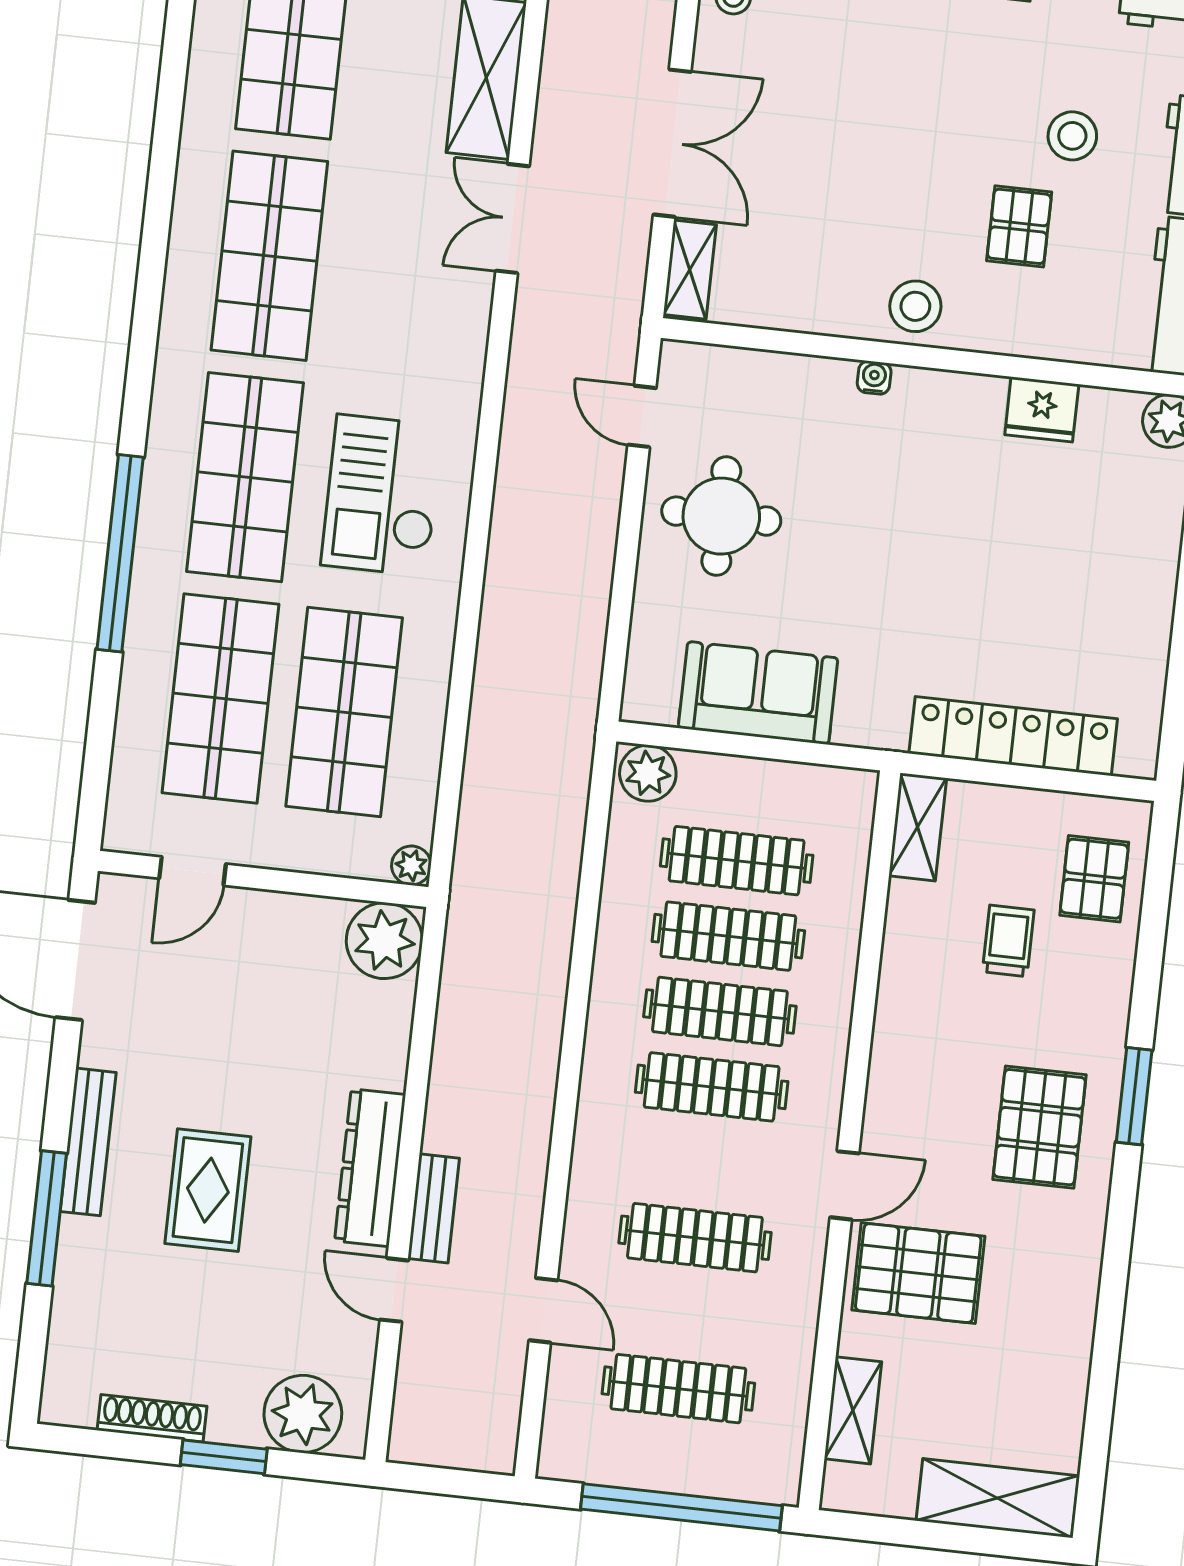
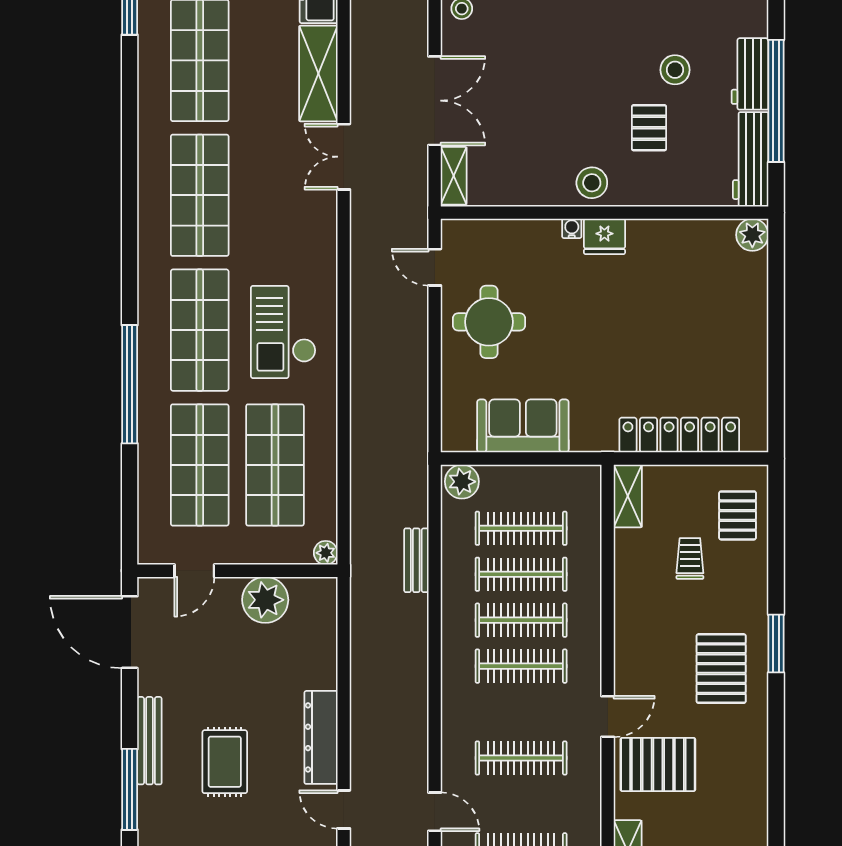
fridge: (1042, 409) -> (604, 236), moved
plant: (384, 941) -> (265, 600), moved
bench: (434, 1208) -> (416, 560), moved

